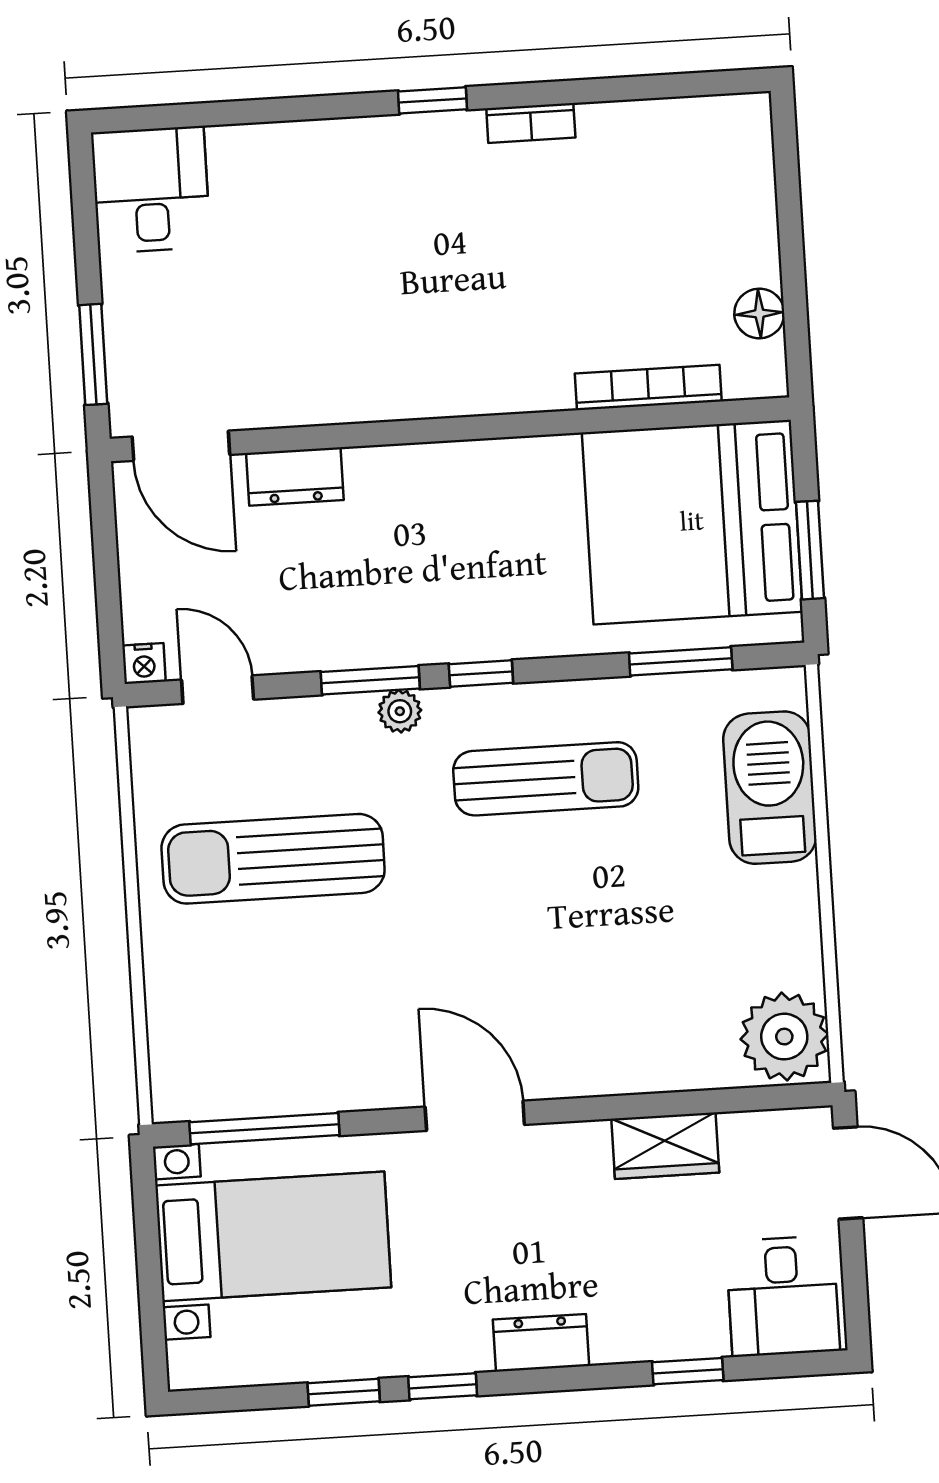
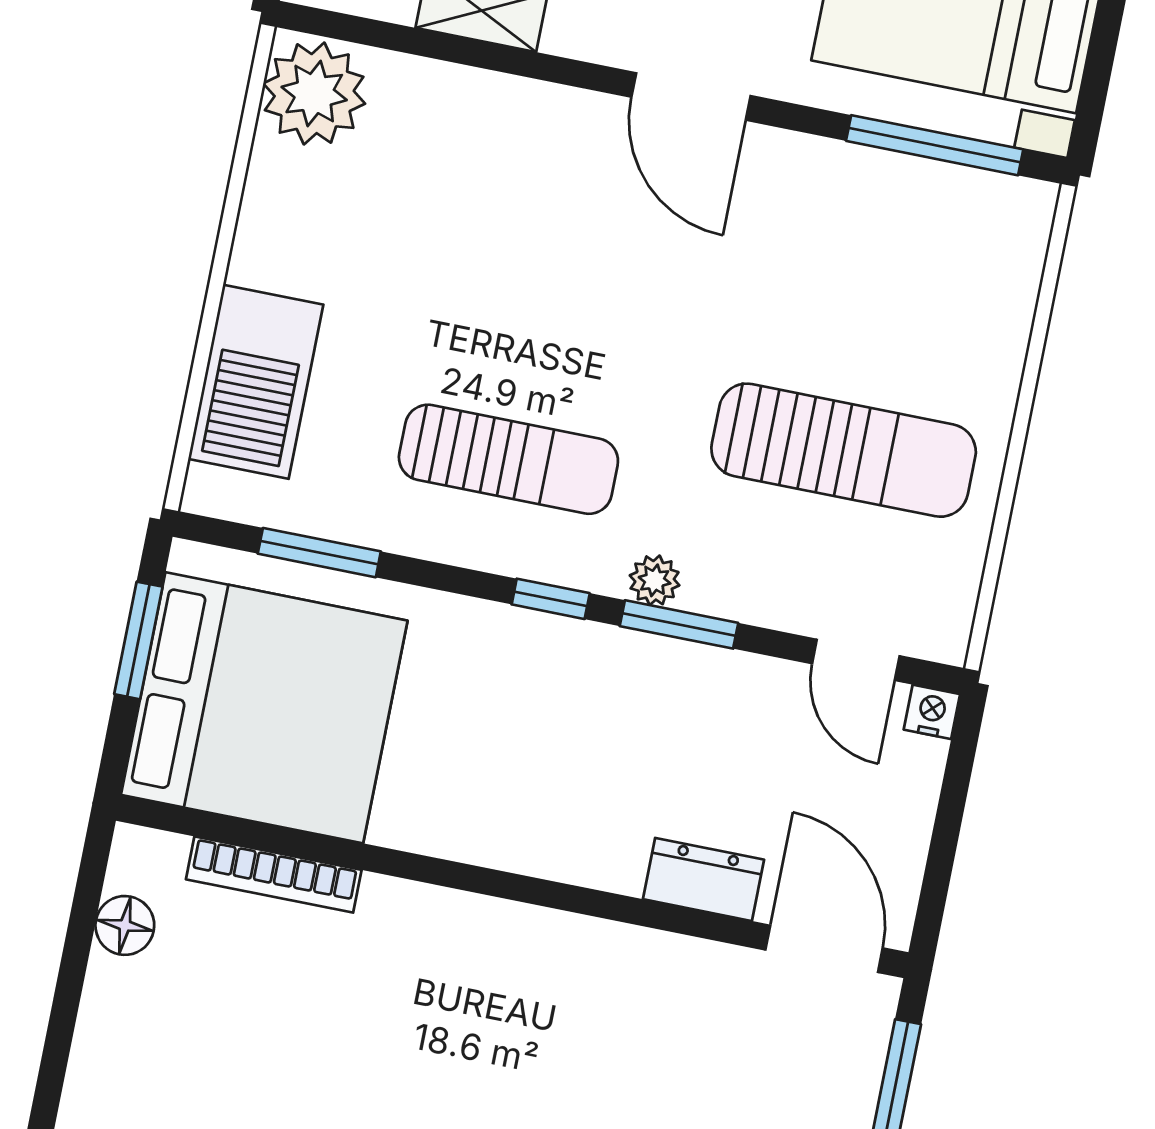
sun lounger: (546, 779) -> (508, 459), turned 180

